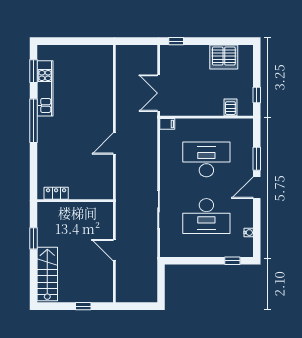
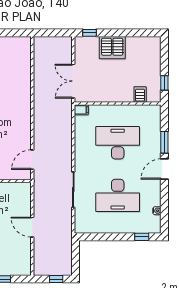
server rack: (224, 57) -> (112, 48), moved
door: (114, 144) -> (32, 160), moved
window: (140, 306) -> (56, 279), added

